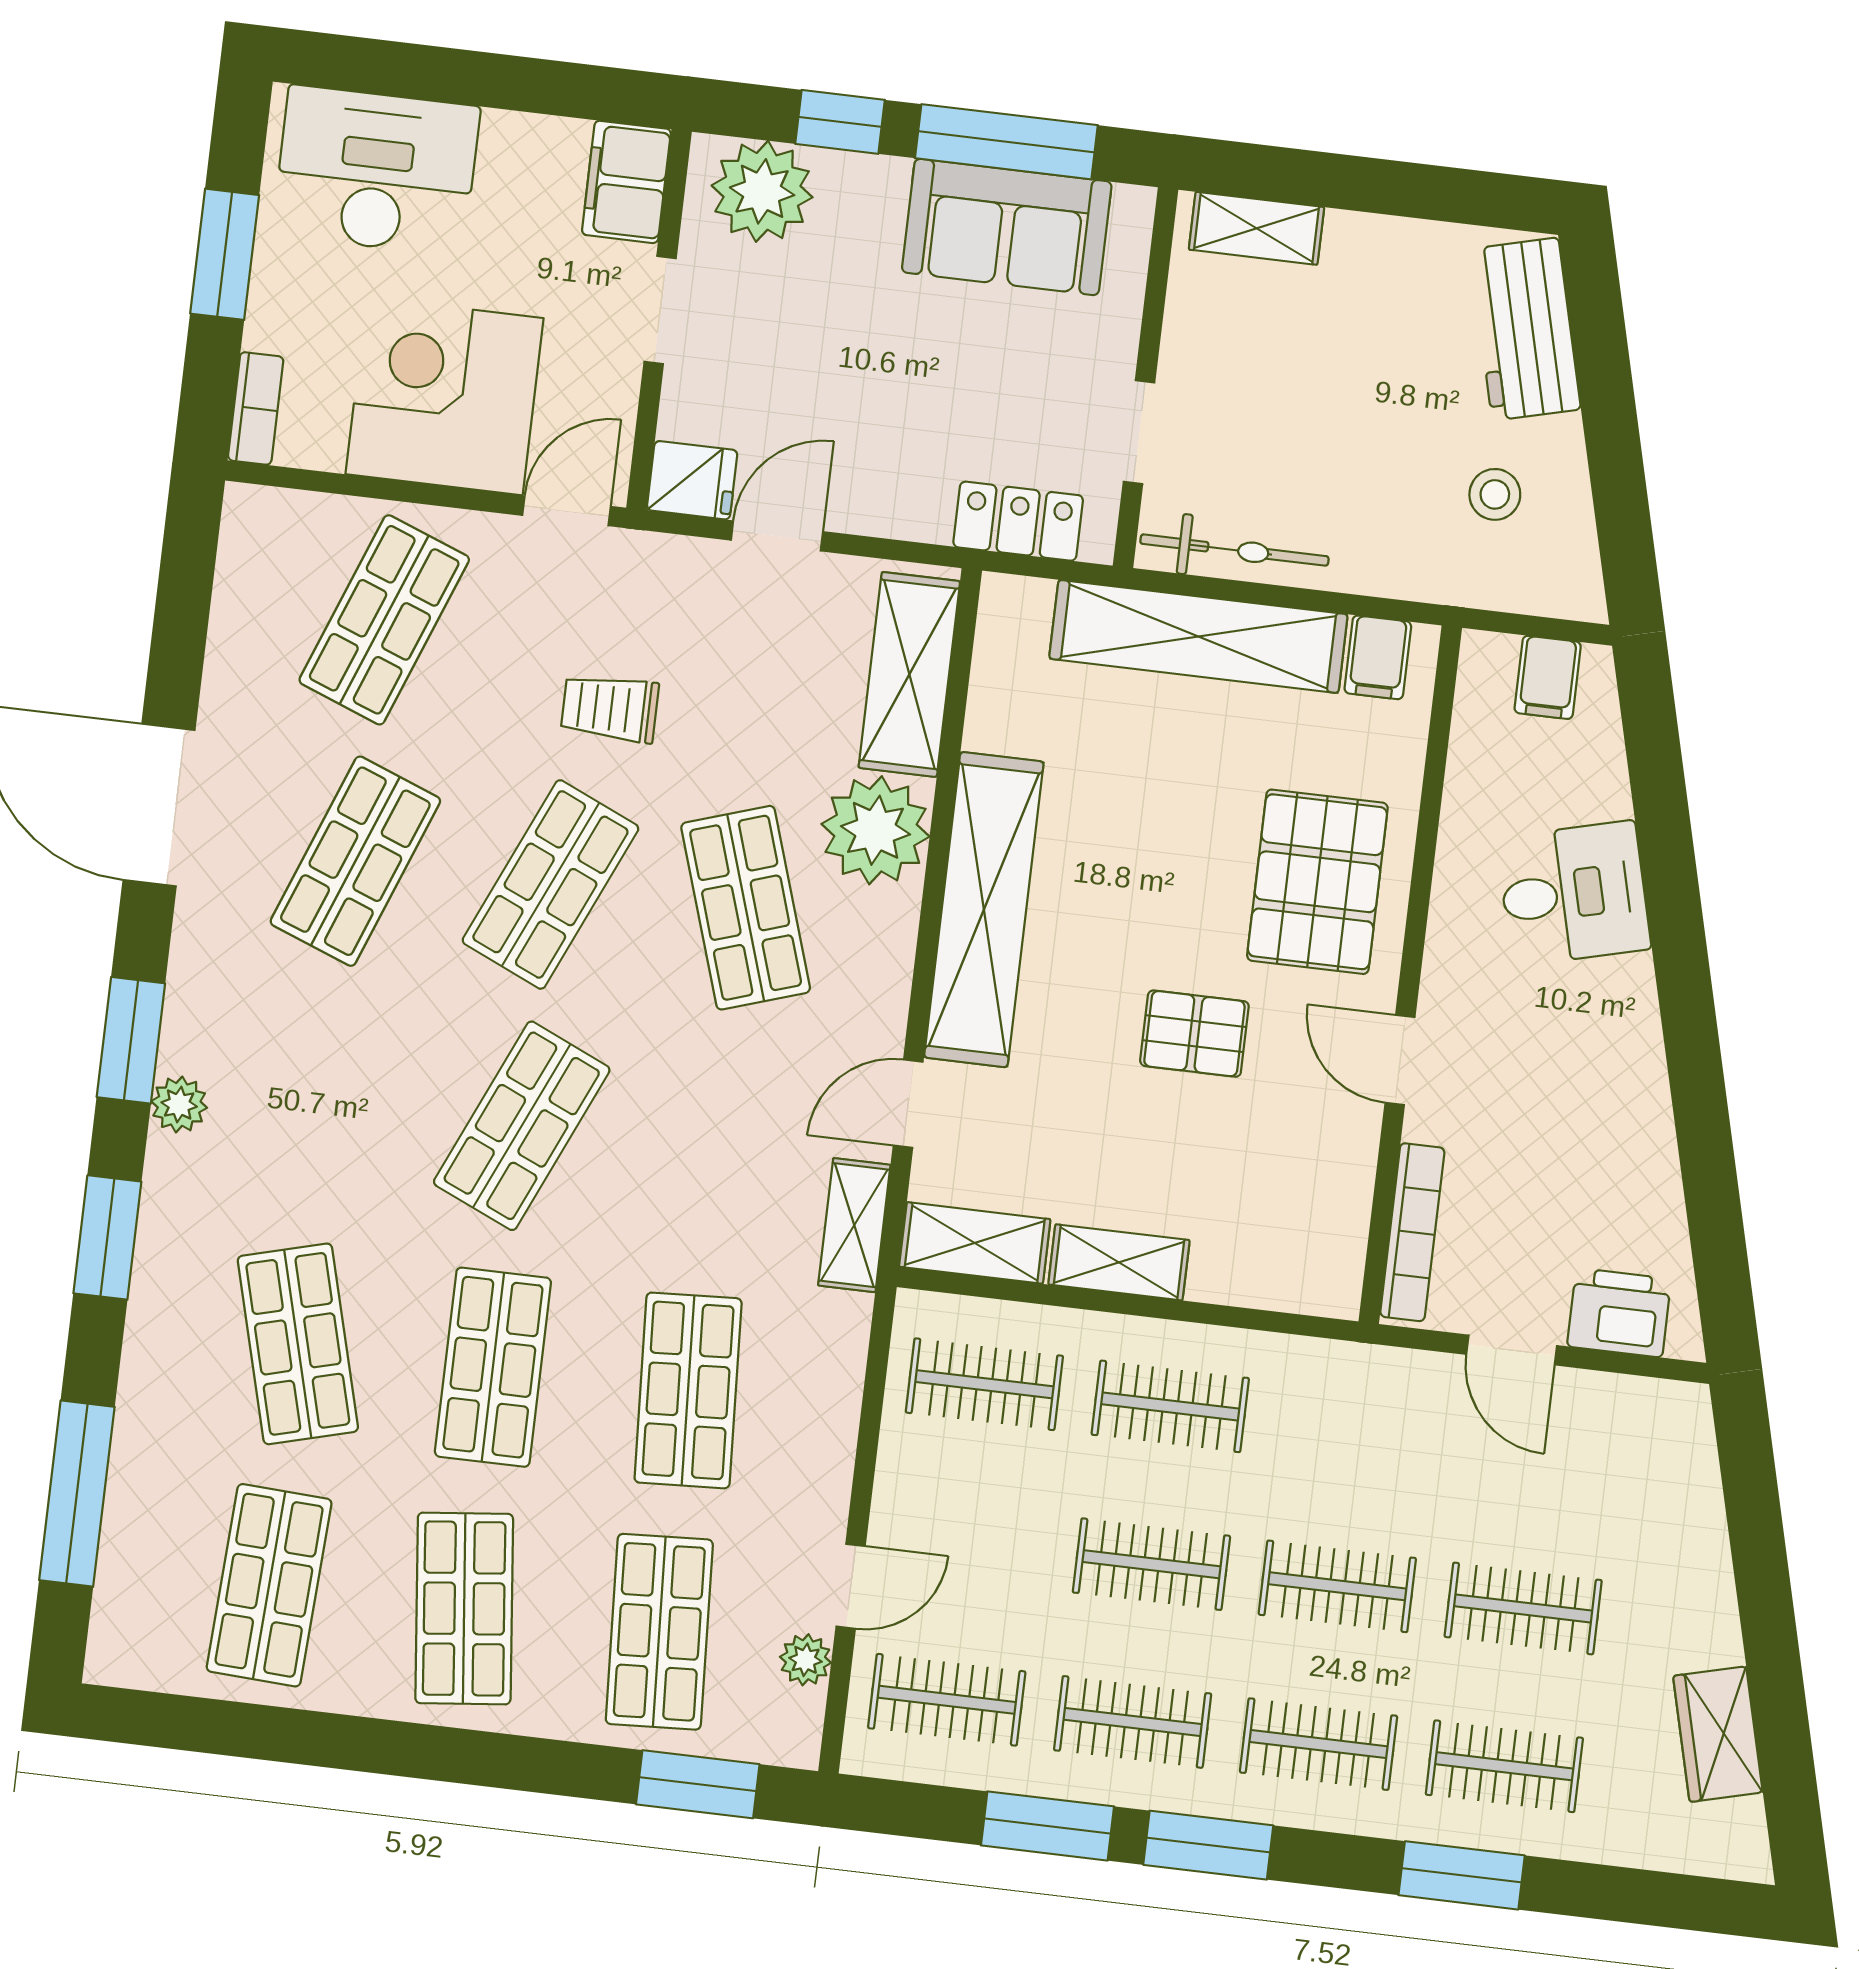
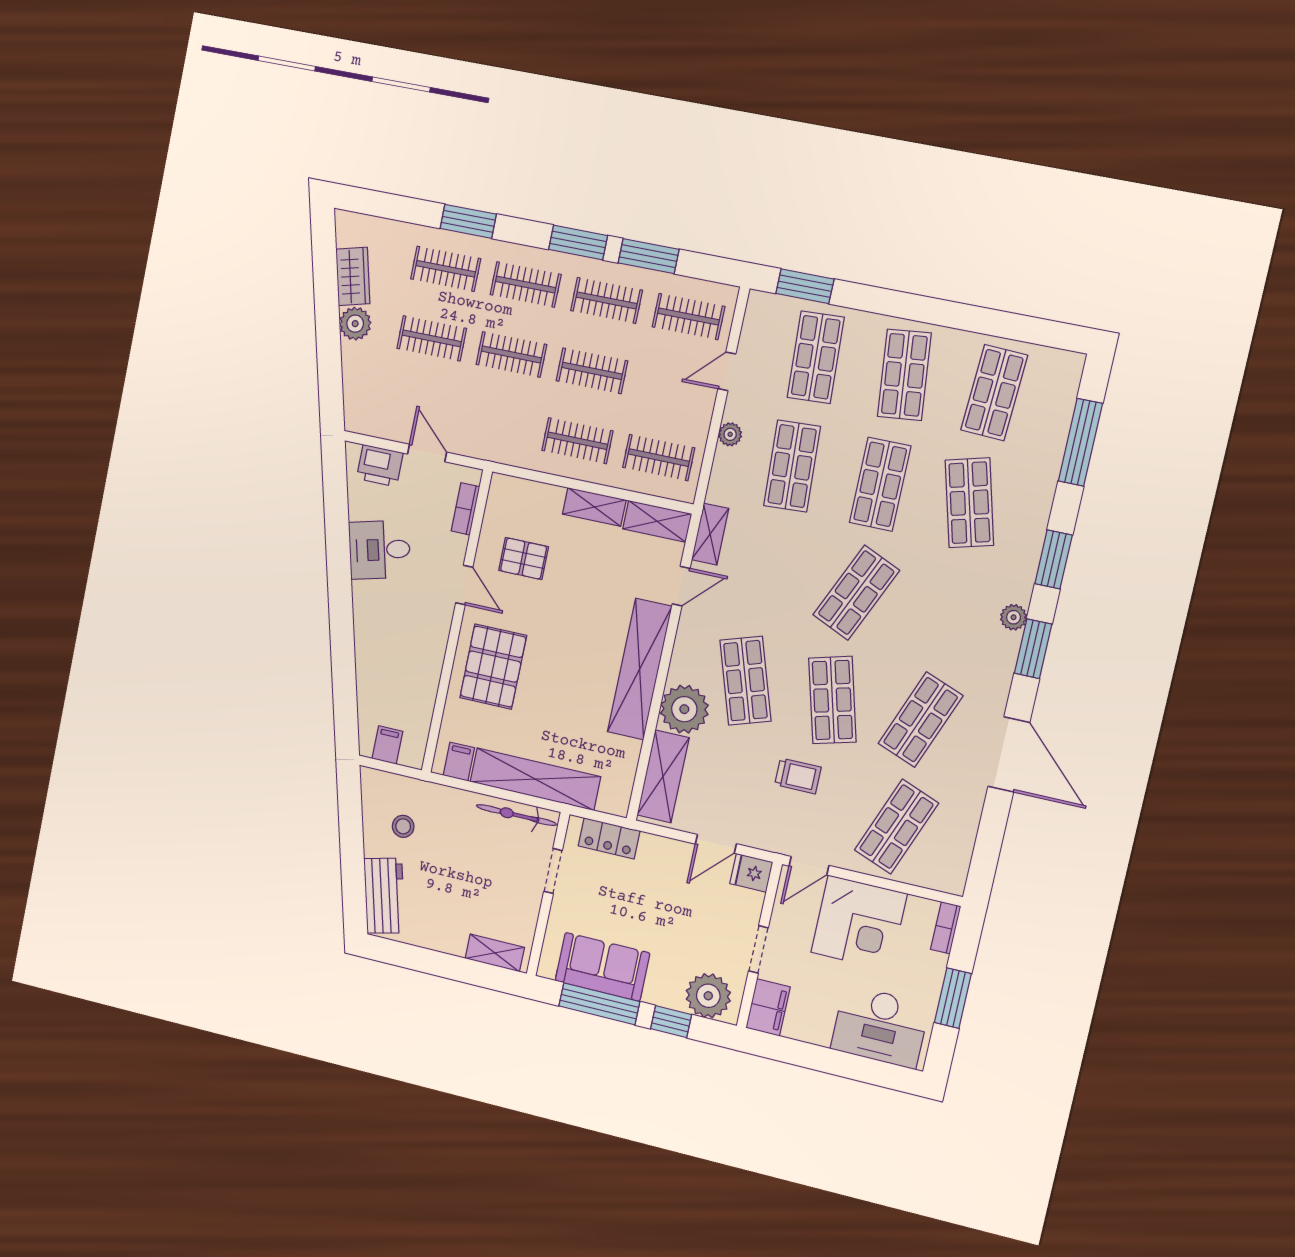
shop shelf: (550, 884) -> (832, 700), turned -39
desk: (1574, 893) -> (380, 550), moved
pallet: (1194, 1034) -> (524, 559), moved
bookcase: (1412, 1232) -> (465, 509), width x0.64
plant: (1704, 1628) -> (355, 324), added
plant: (806, 1660) -> (730, 434), moved

